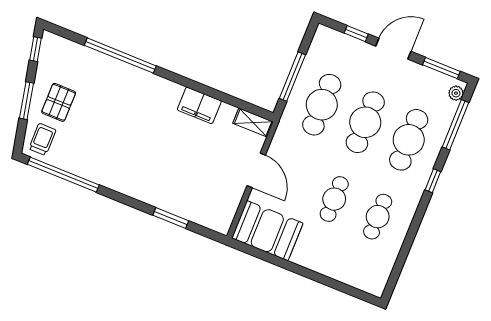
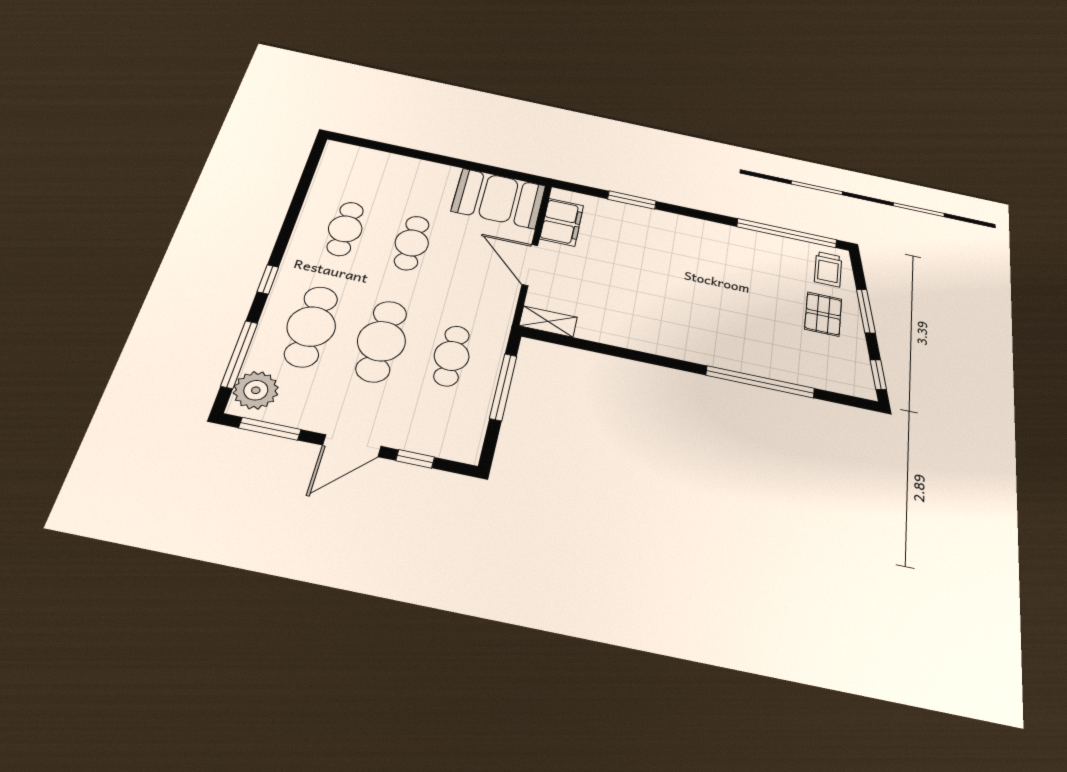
plant: (456, 93) -> (256, 390), width x1.88, depth x1.88
filing cabinet: (199, 105) -> (562, 222), moved, turned 90
cafe table: (322, 105) -> (452, 356), width x0.73, depth x0.74

